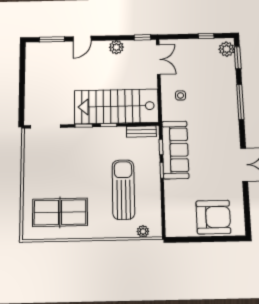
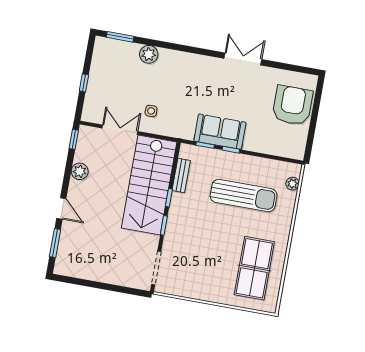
window: (206, 36) -> (84, 83), moved
plant: (227, 49) -> (149, 54), moved
double door: (158, 59) -> (120, 130), moved
window: (240, 102) -> (172, 46), removed
bench: (141, 132) -> (181, 176), moved
sofa: (175, 150) -> (220, 132), width x0.73
sun lounger: (123, 190) -> (244, 196), turned 180

